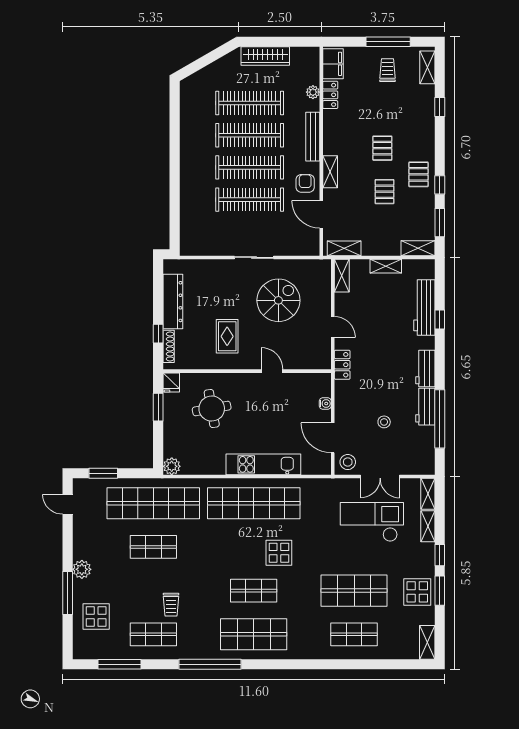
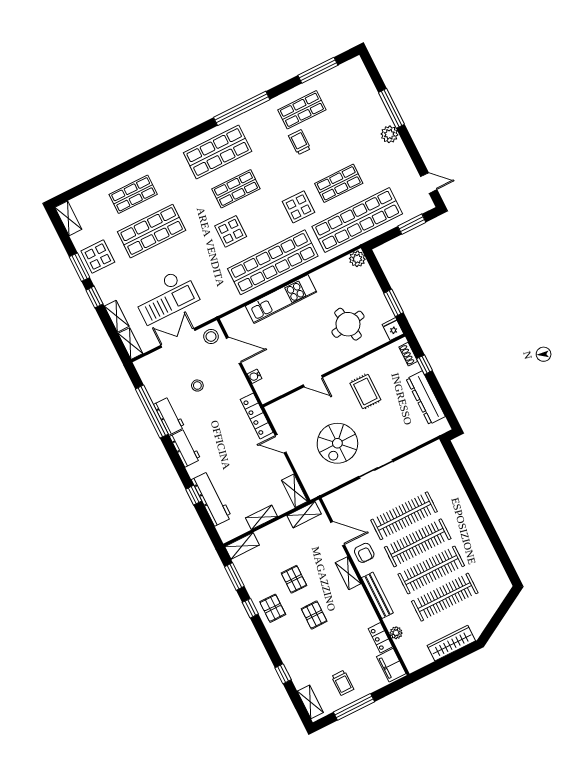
shoe rack: (169, 346) -> (408, 354), width x0.70
locker: (342, 365) -> (257, 416), width x1.53
display table: (96, 617) -> (299, 207), moved

